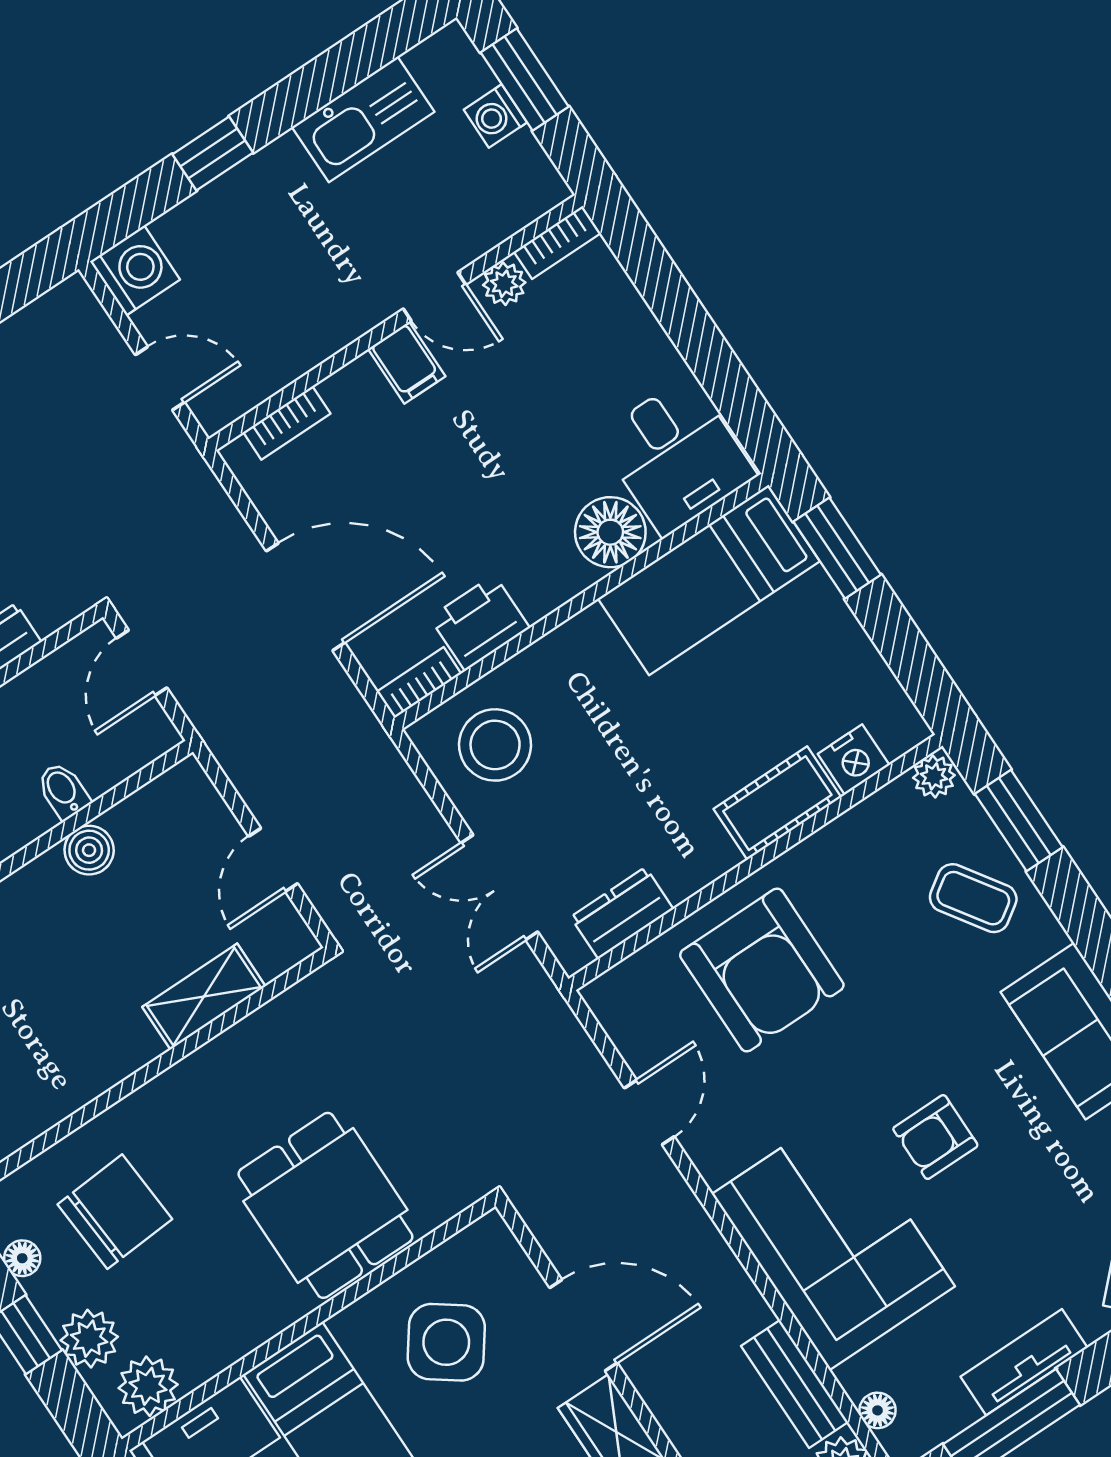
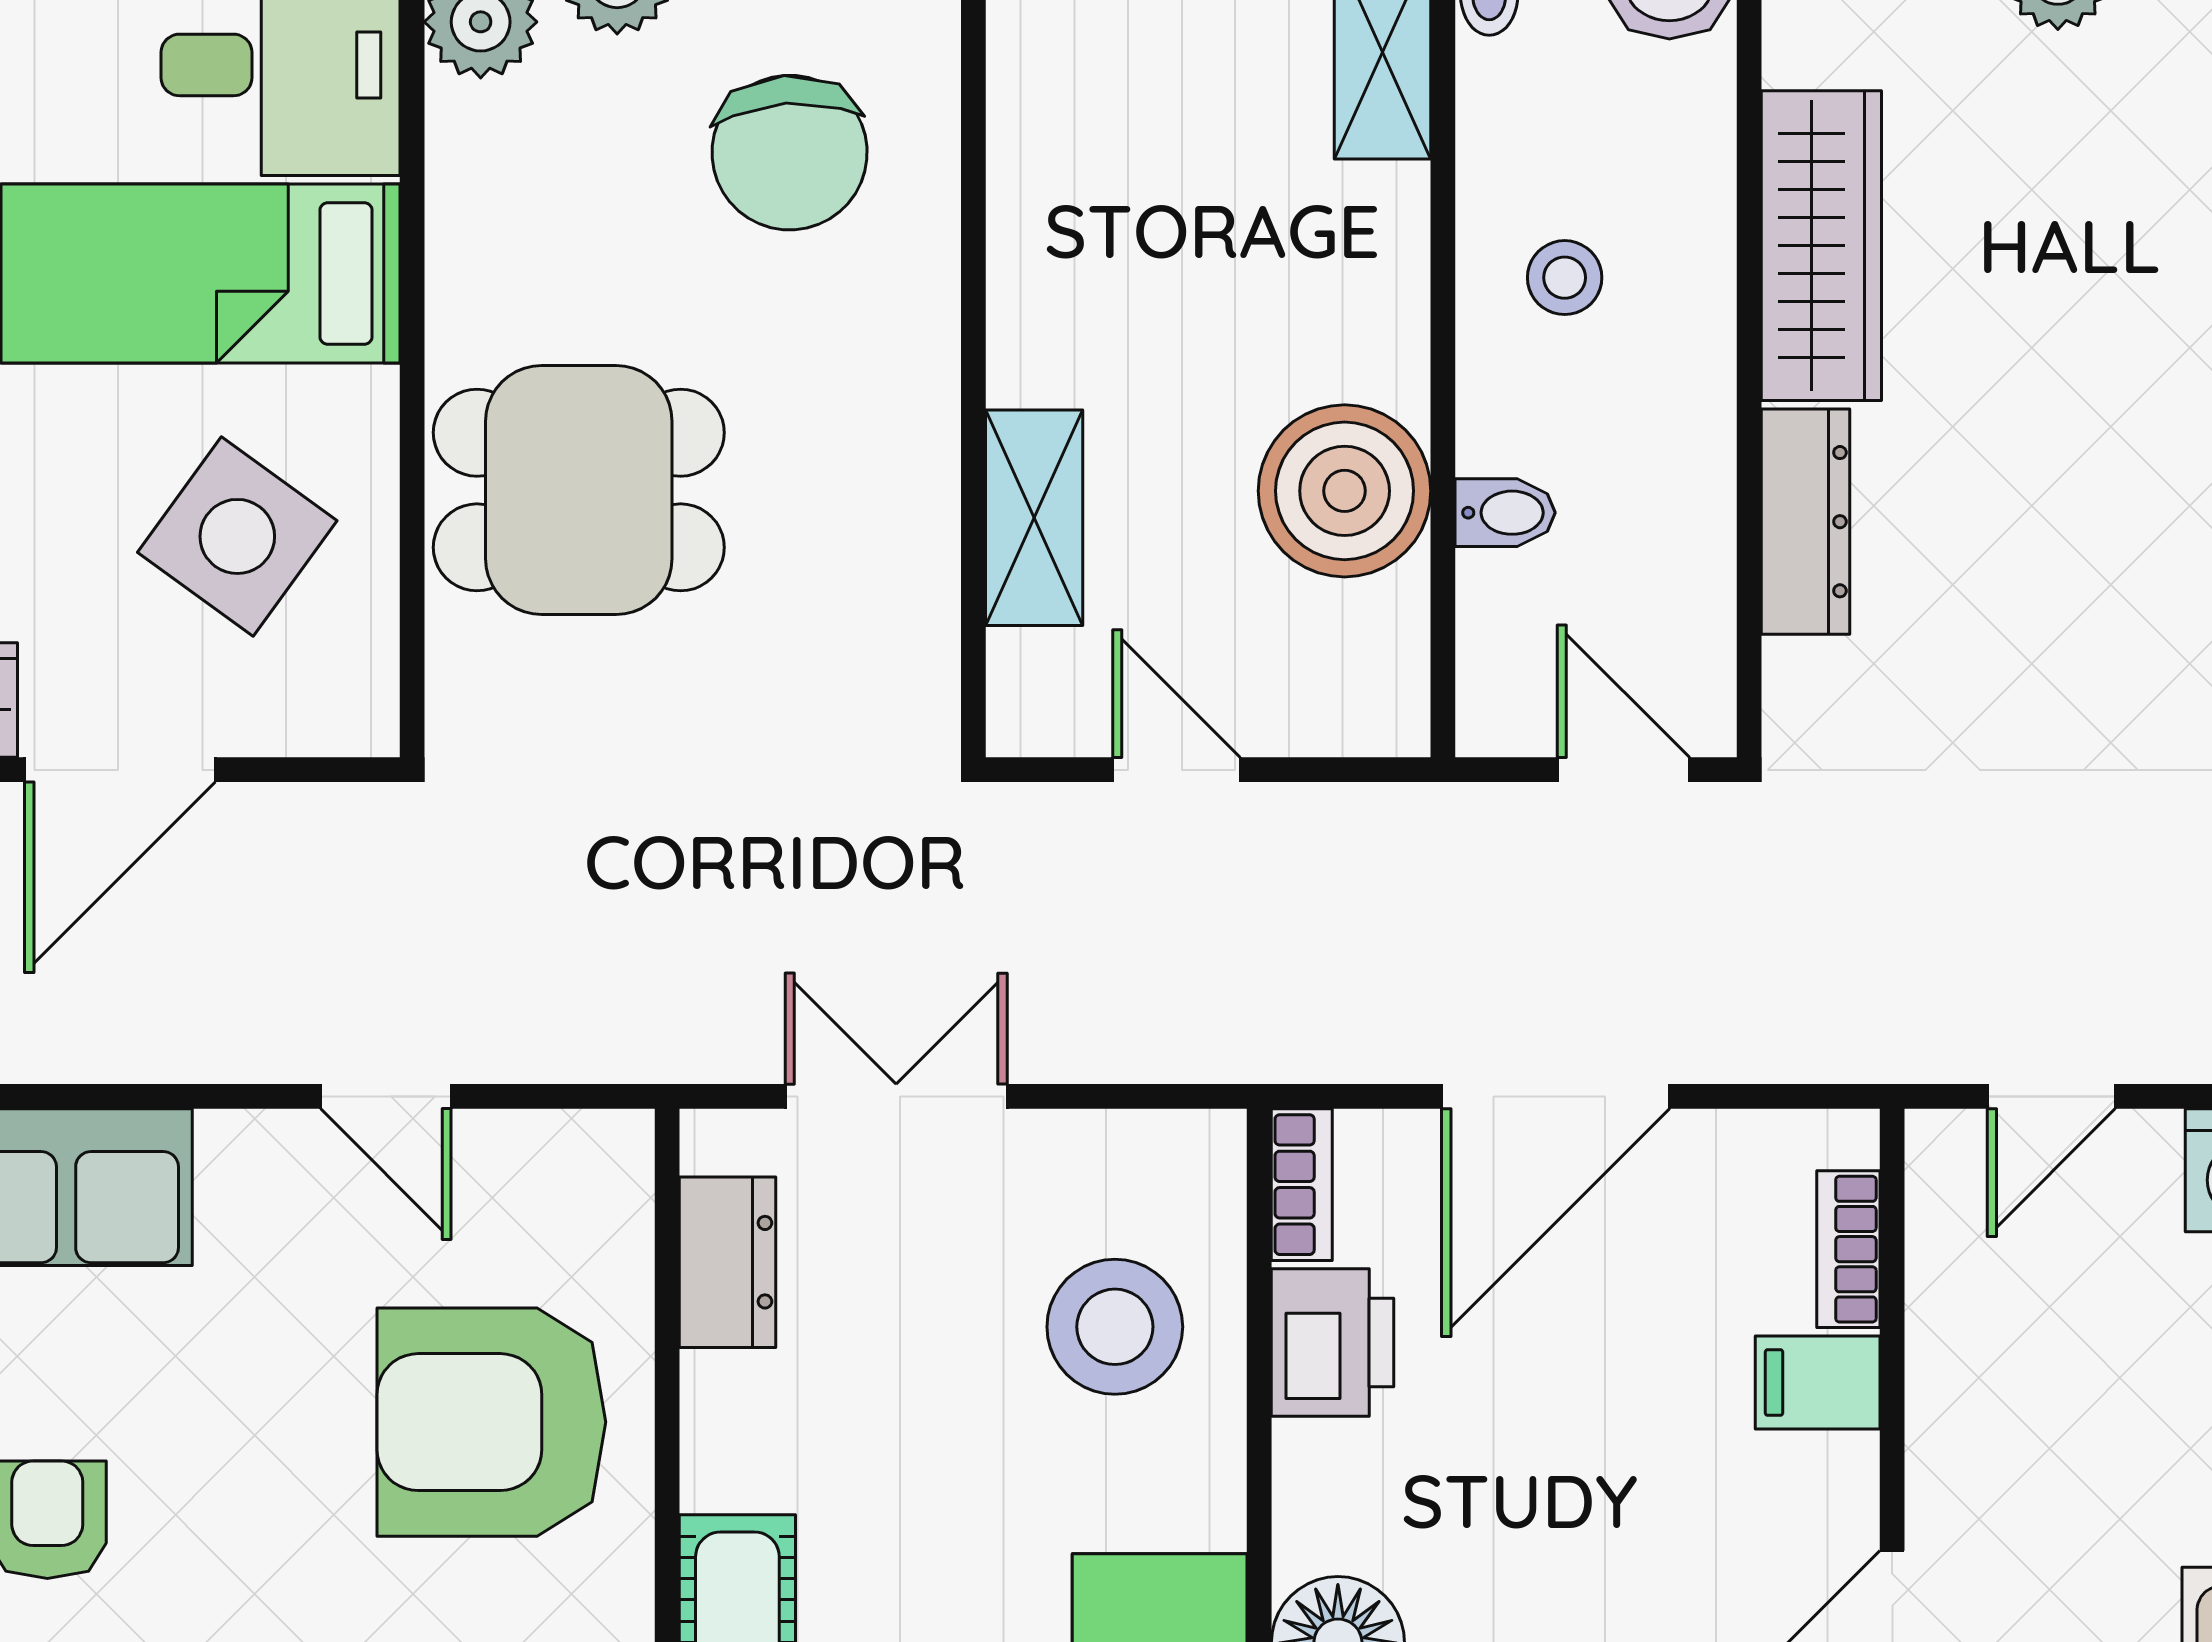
filing cabinet: (407, 363) -> (1818, 1383), moved
stool: (495, 745) -> (1115, 1327), moved
boiler: (89, 850) -> (1345, 491), width x1.86, depth x1.86

